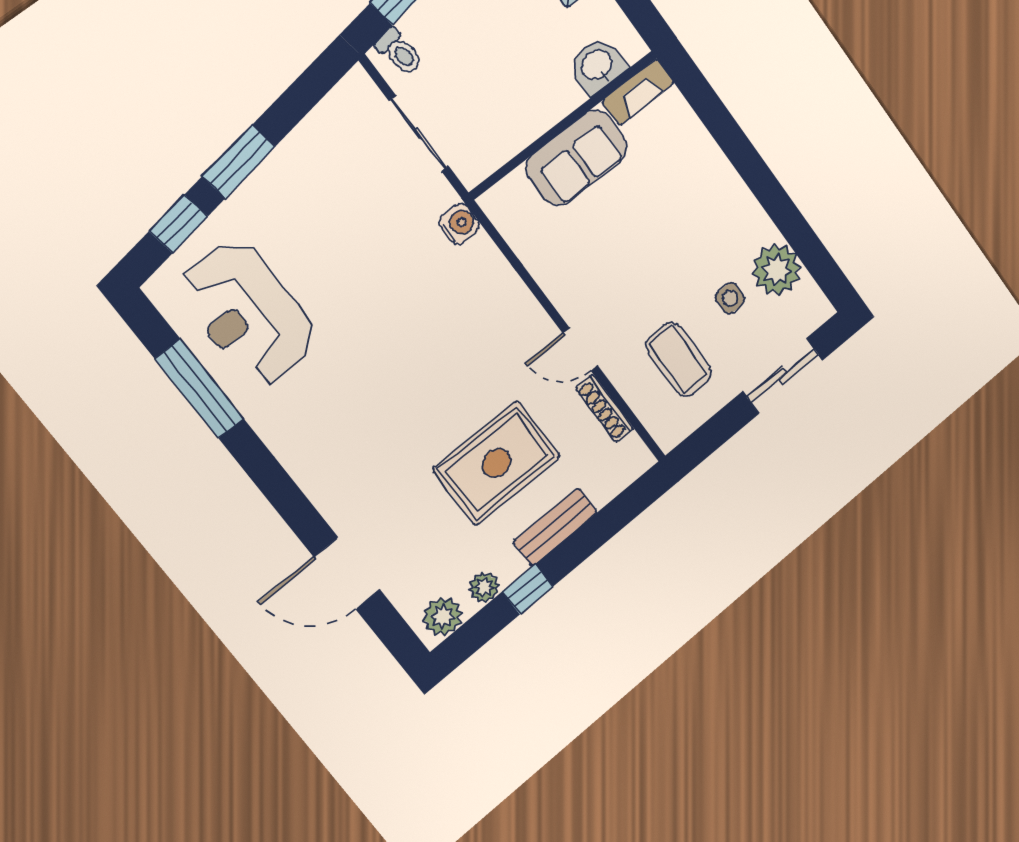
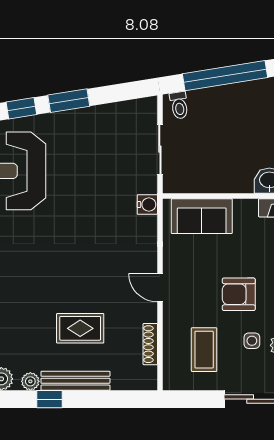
sofa: (577, 158) -> (202, 216), moved
armchair: (669, 250) -> (239, 294), added
door: (580, 349) -> (160, 288), moved
rug: (497, 463) -> (80, 328), width x0.73, depth x0.70
bench: (555, 527) -> (75, 381), width x1.36

